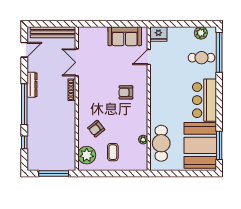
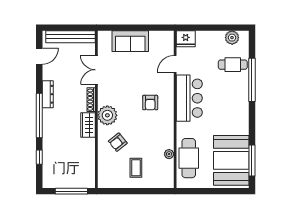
sofa: (125, 36) -> (130, 41), moved
window: (219, 52) -> (252, 80), moved
armchair: (126, 92) -> (150, 103), turned -90
bar counter: (204, 100) -> (189, 98), moved, turned 180
wardrobe: (69, 113) -> (88, 125), added
plant: (87, 155) -> (107, 115), moved

